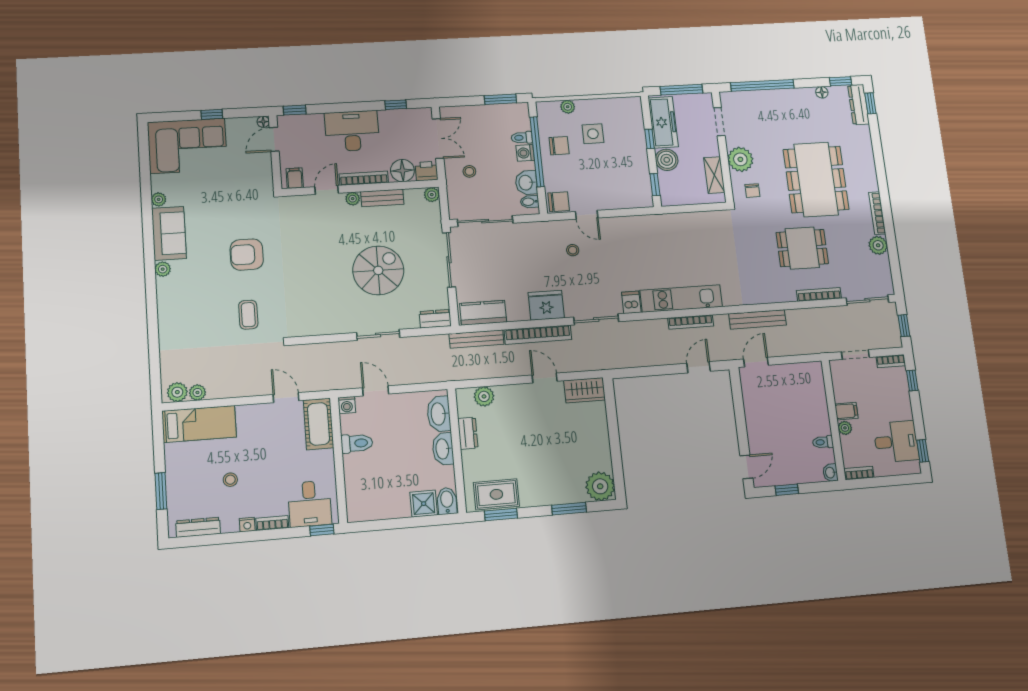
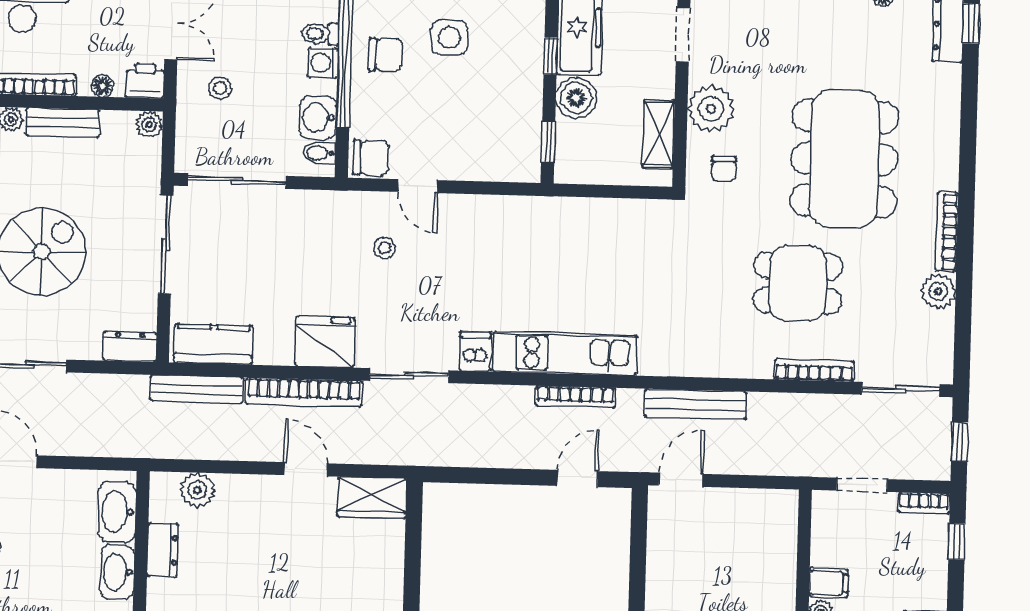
floor lamp: (402, 171) -> (103, 86), width x0.53, depth x0.53

